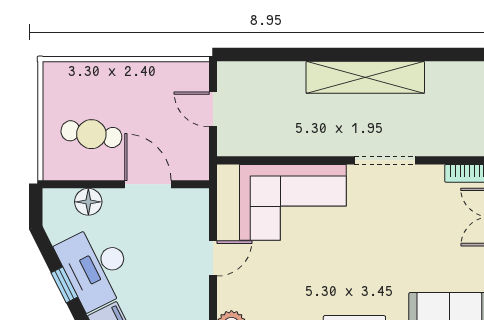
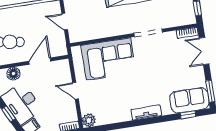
door: (148, 184) -> (40, 61), hinge flipped
door: (213, 258) -> (75, 91), swing flipped

